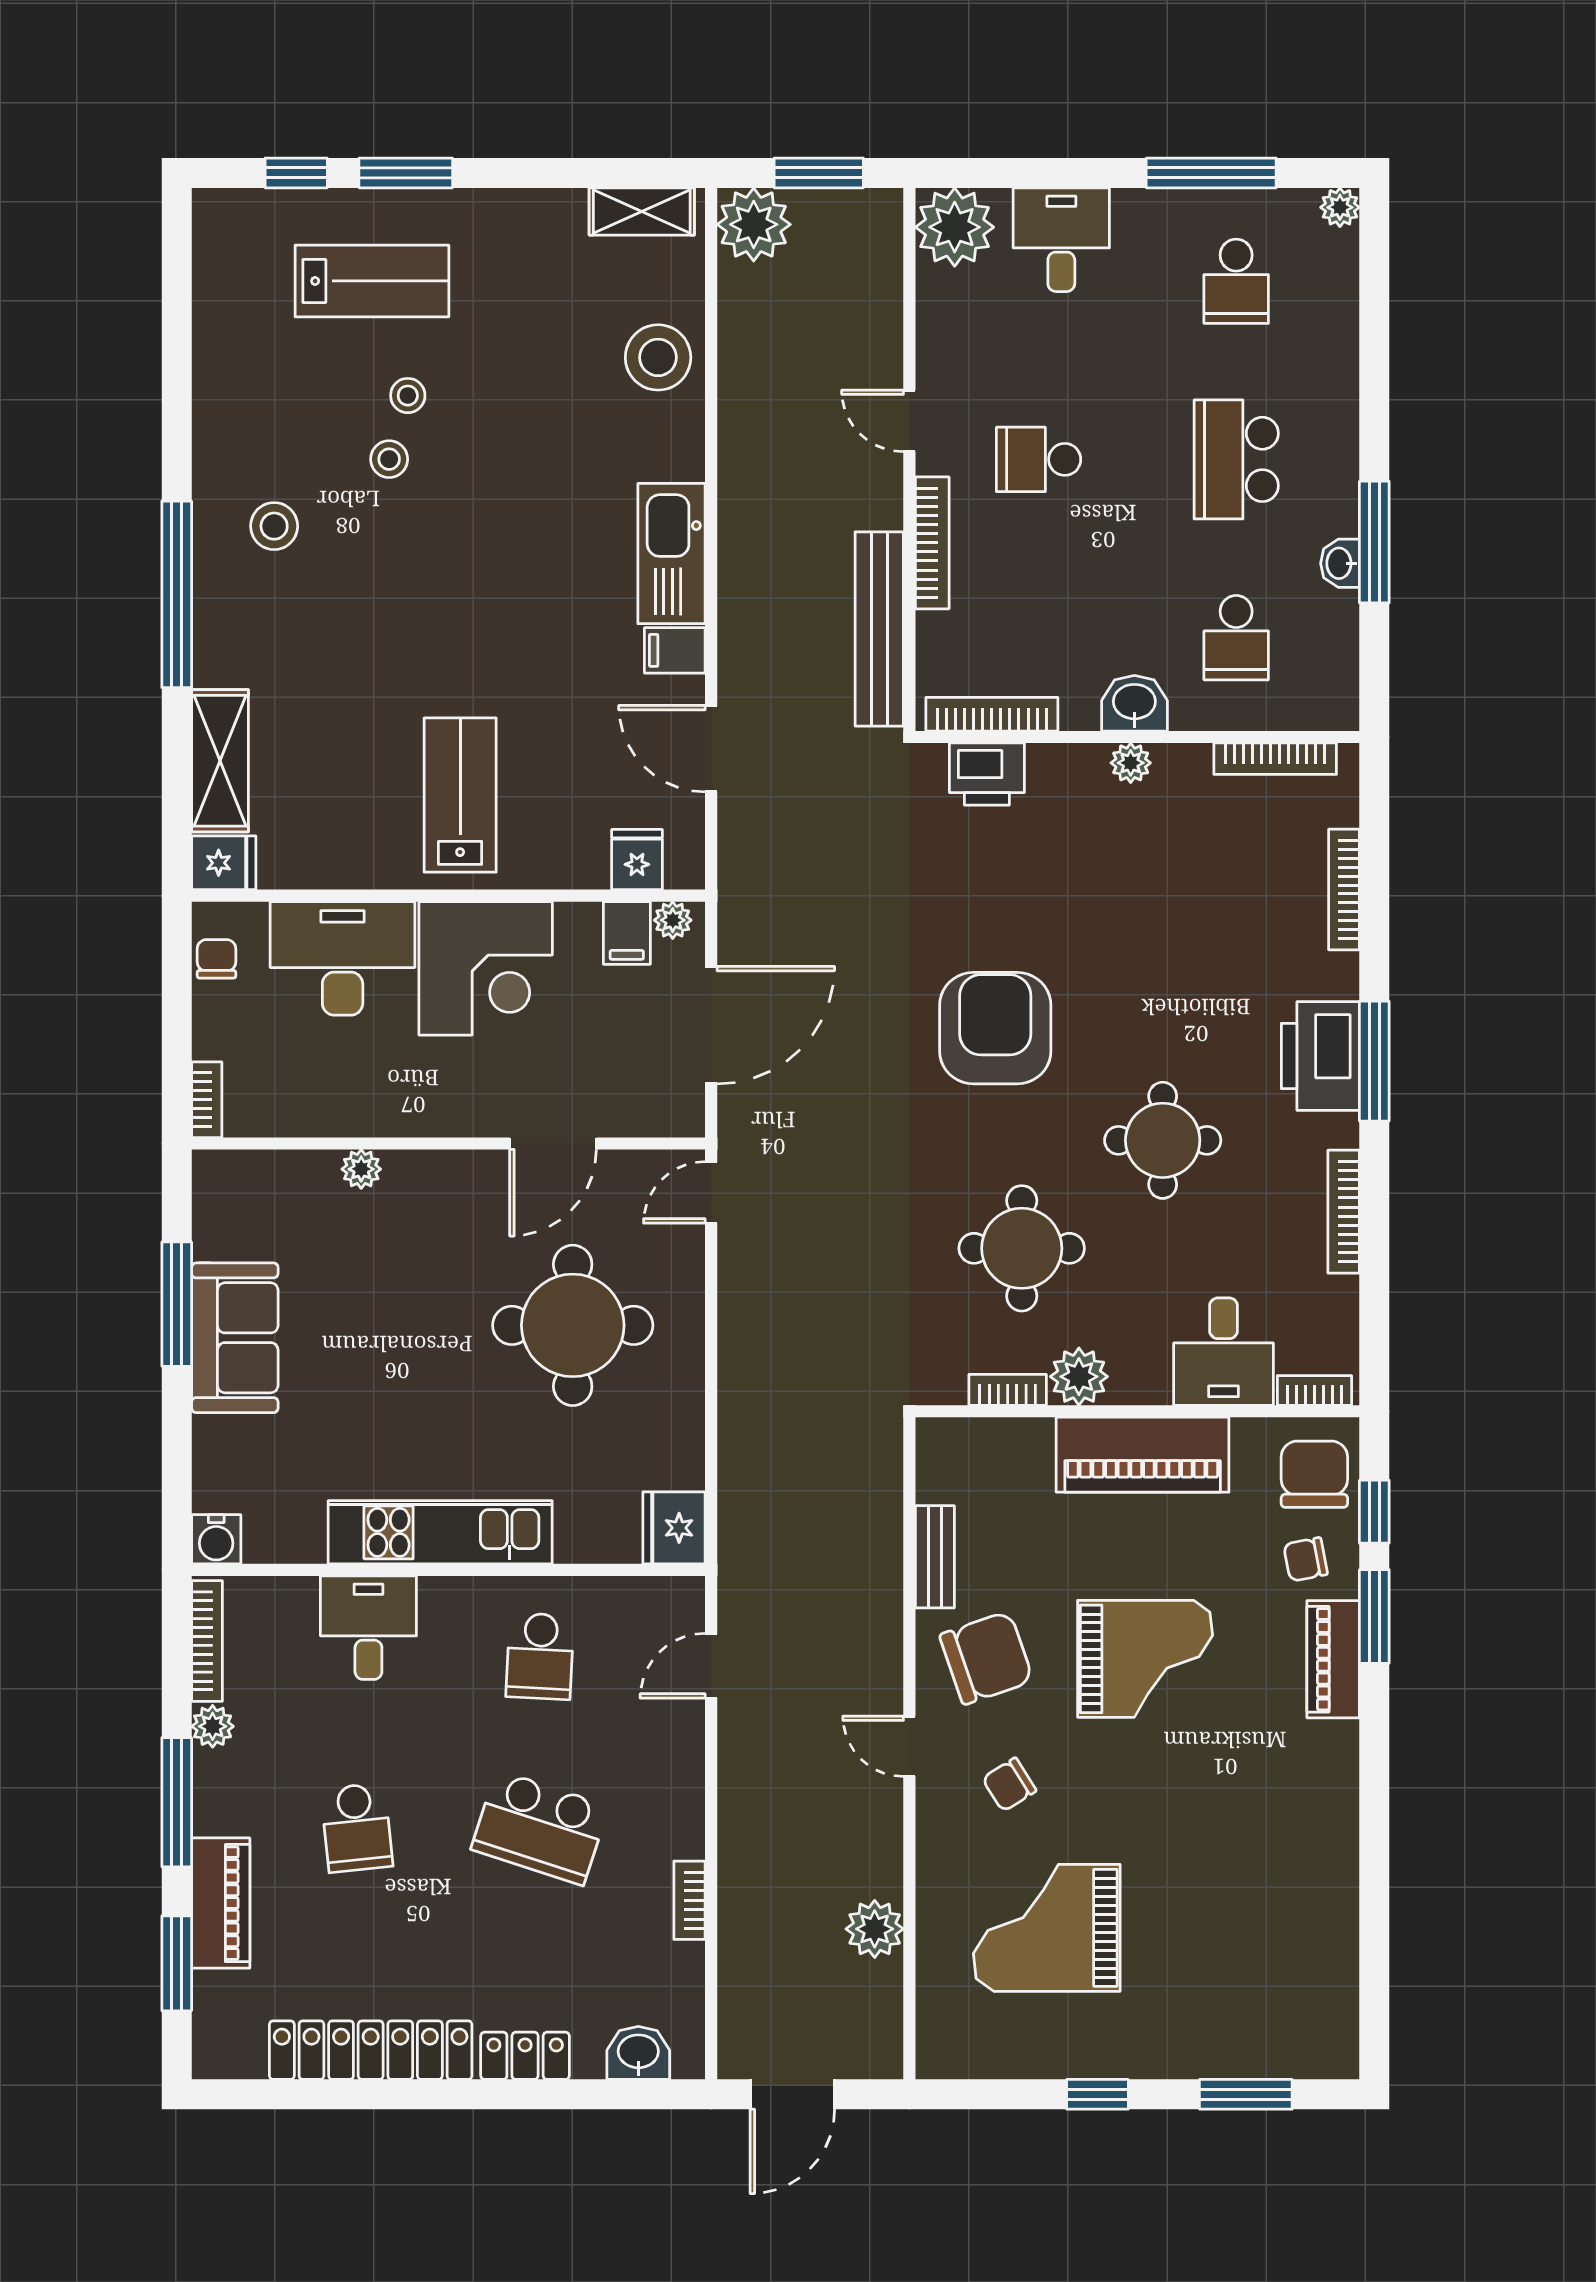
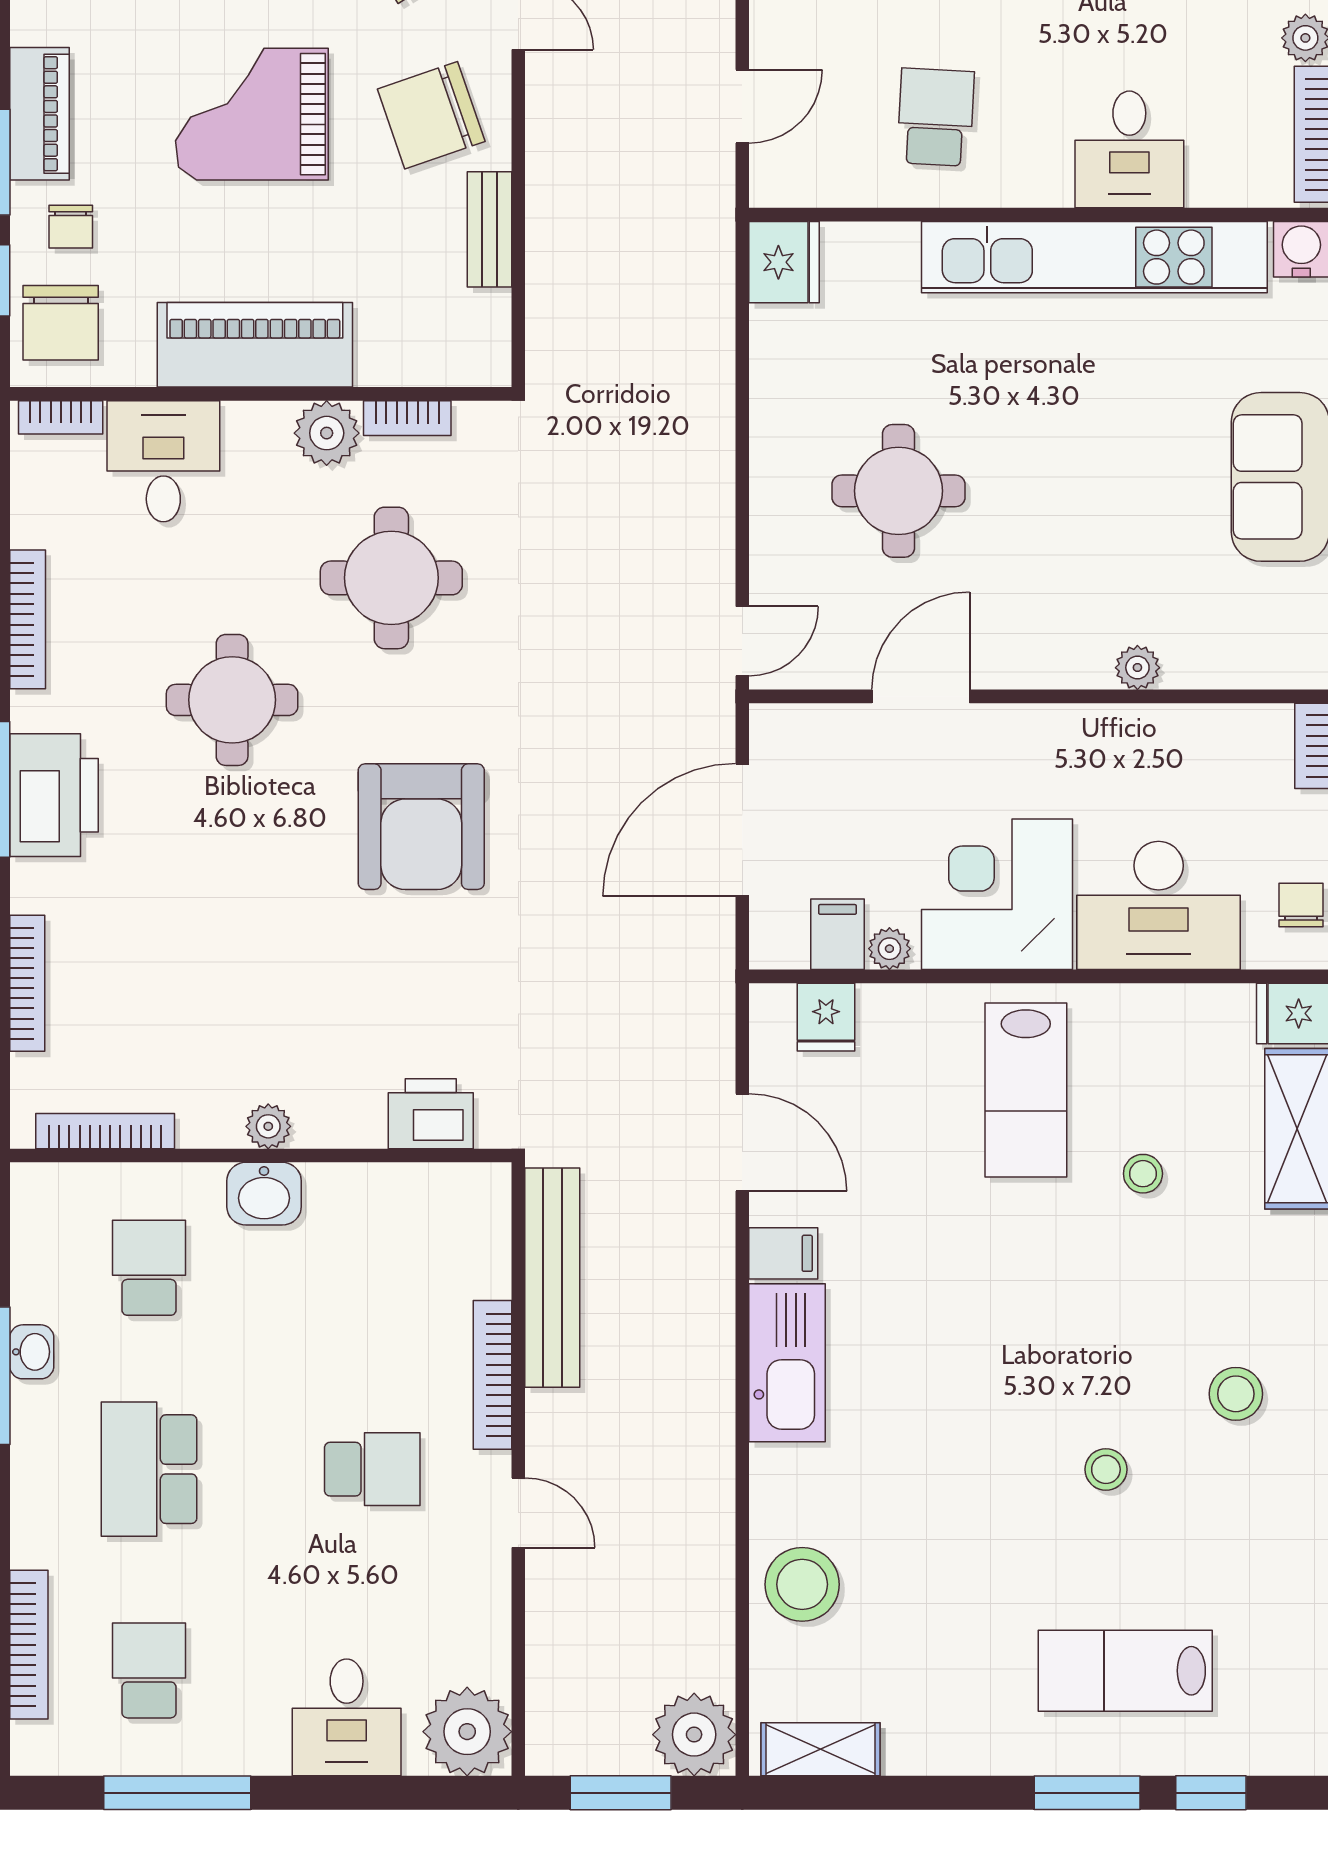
plant: (1340, 207) -> (32, 1754), removed
stool: (408, 396) -> (1143, 1174), moved
school desk: (1236, 459) -> (149, 1469), turned 180
bookcase: (992, 714) -> (29, 1645), moved, turned -90
plant: (673, 920) -> (889, 949), moved
chair: (216, 959) -> (1301, 905), turned 180
round table: (573, 1325) -> (899, 491), width x0.73, depth x0.73
kitchen unit: (440, 1532) -> (1094, 257), width x1.36
chair: (1306, 1559) -> (71, 227), turned 101

